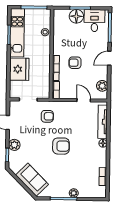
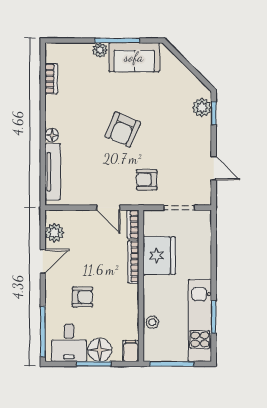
filing cabinet: (58, 15) -> (131, 351), added
door: (109, 58) -> (43, 261), moved
armchair: (75, 63) -> (82, 297), moved
fridge: (19, 69) -> (159, 256), moved, turned 180
door: (84, 100) -> (108, 208), moved
plant: (14, 145) -> (202, 108), moved
armchair: (61, 146) -> (123, 130), turned -67
sofa: (32, 180) -> (134, 57), moved, turned -45

